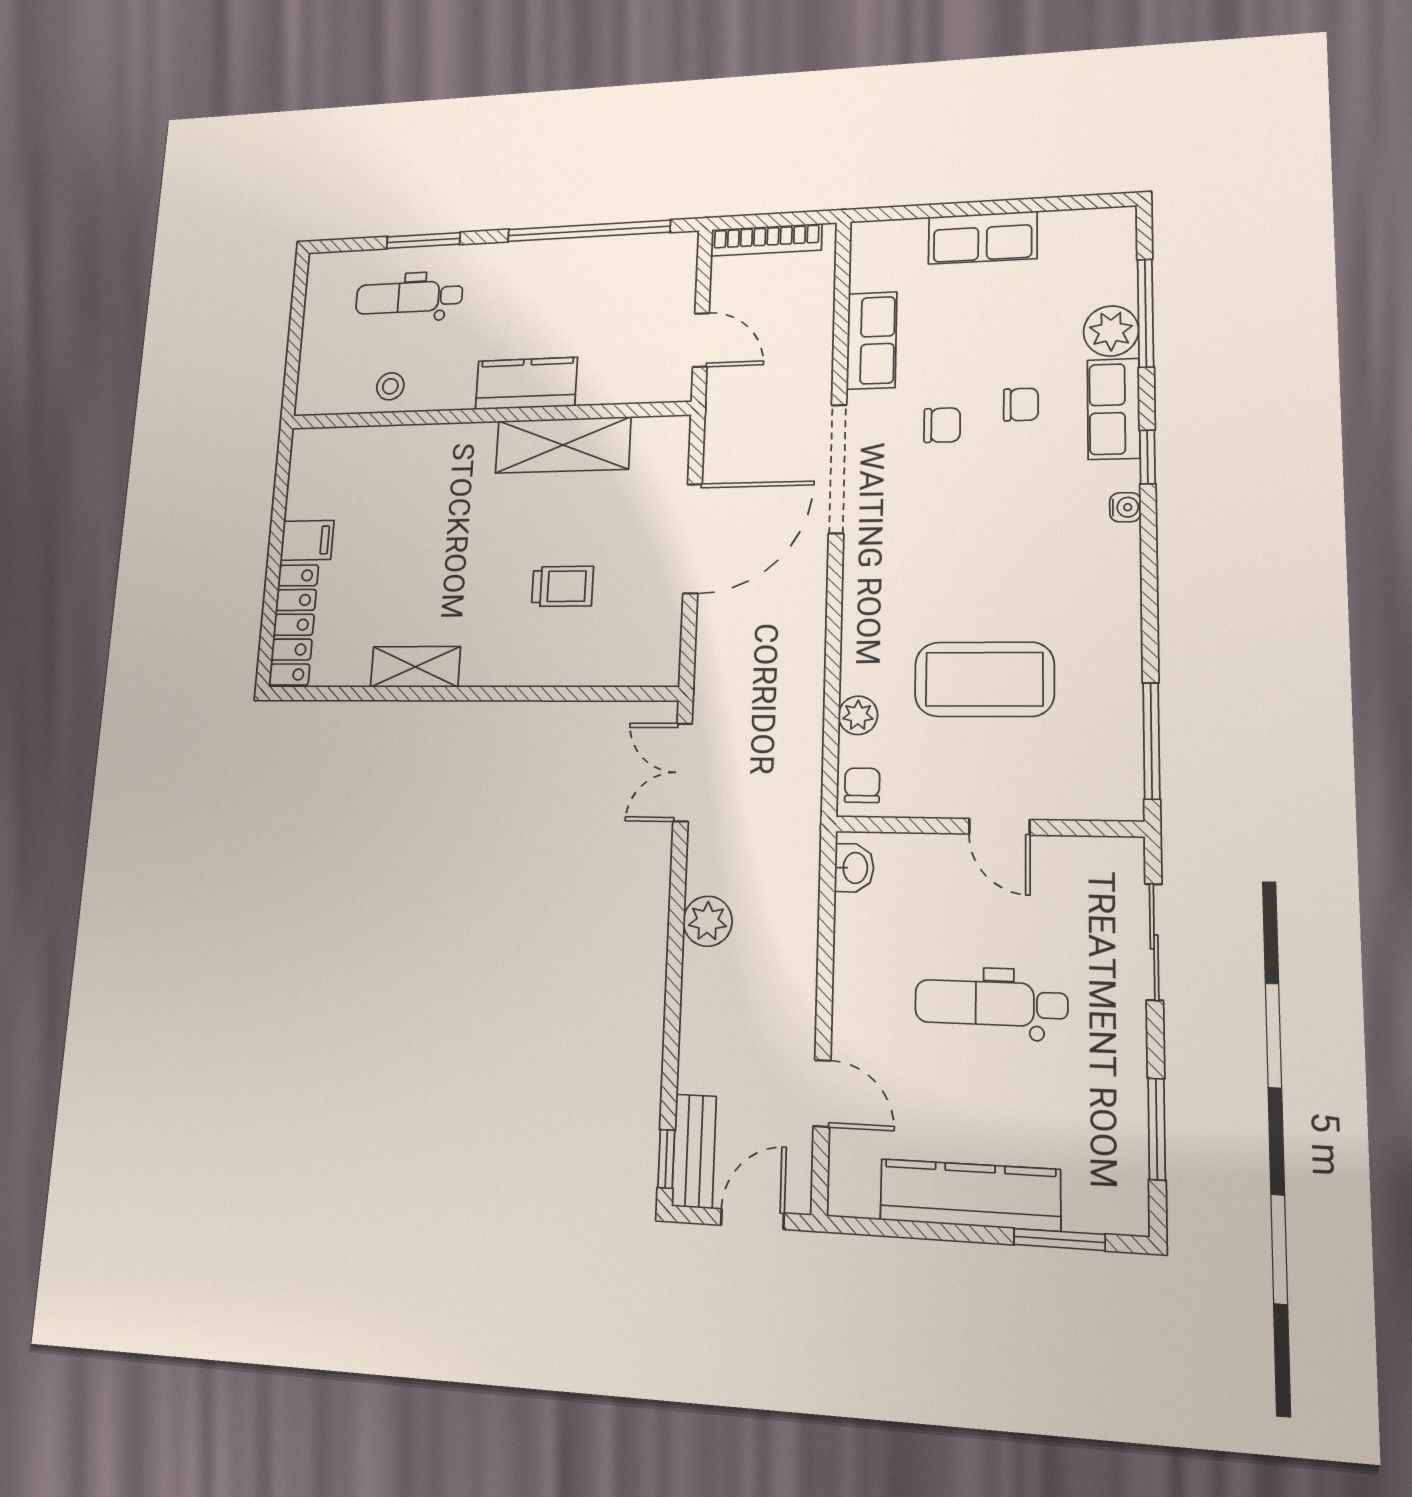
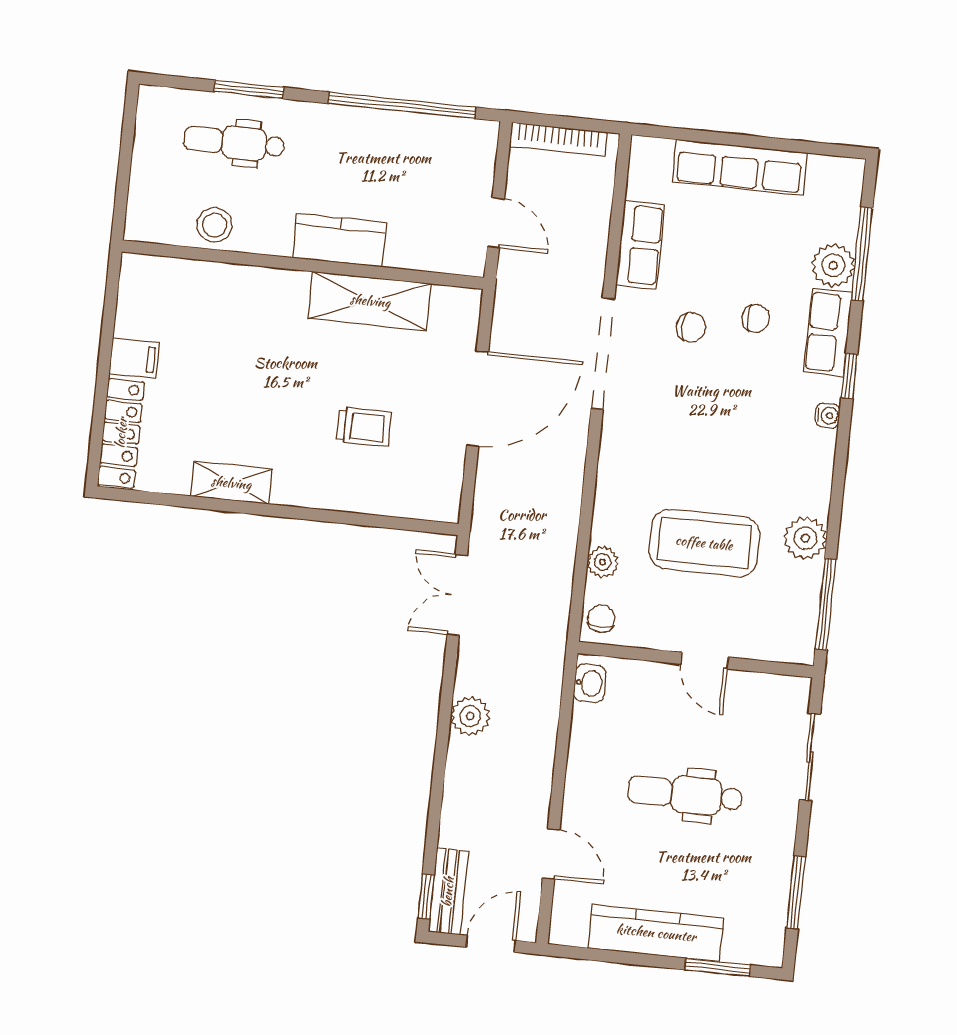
row of seats: (983, 238) -> (740, 167), width x1.48
stool: (390, 386) -> (215, 225), width x1.37, depth x1.37
plant: (1114, 660) -> (805, 538), added

